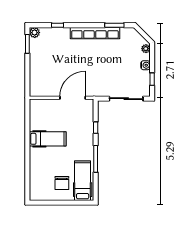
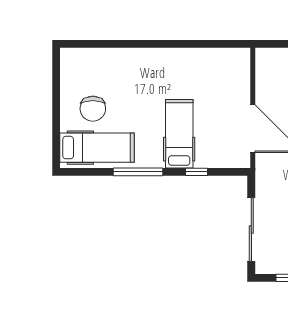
hospital bed: (48, 139) -> (179, 134), moved, turned 180
chair: (62, 183) -> (93, 109), turned -90

